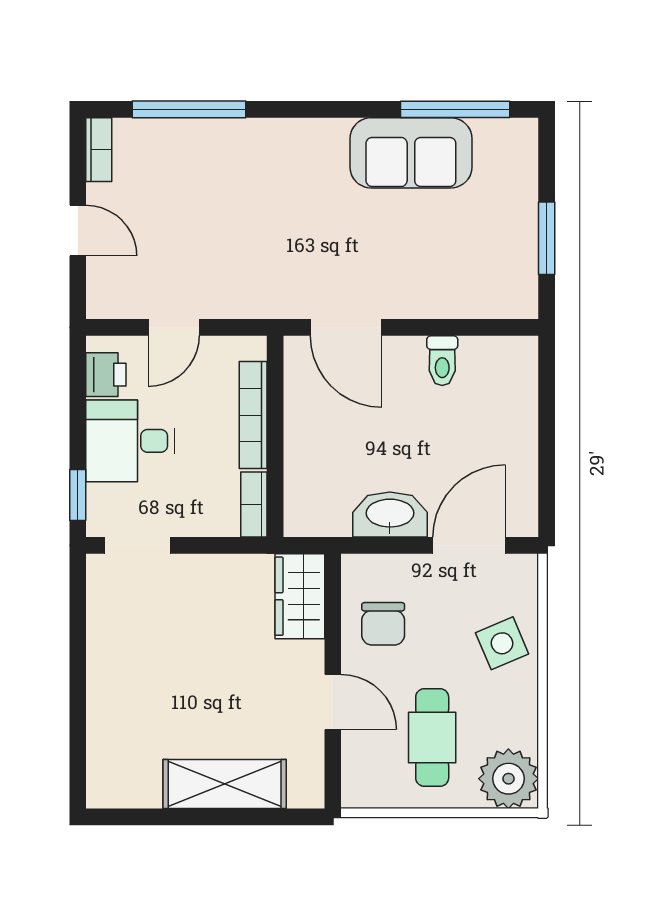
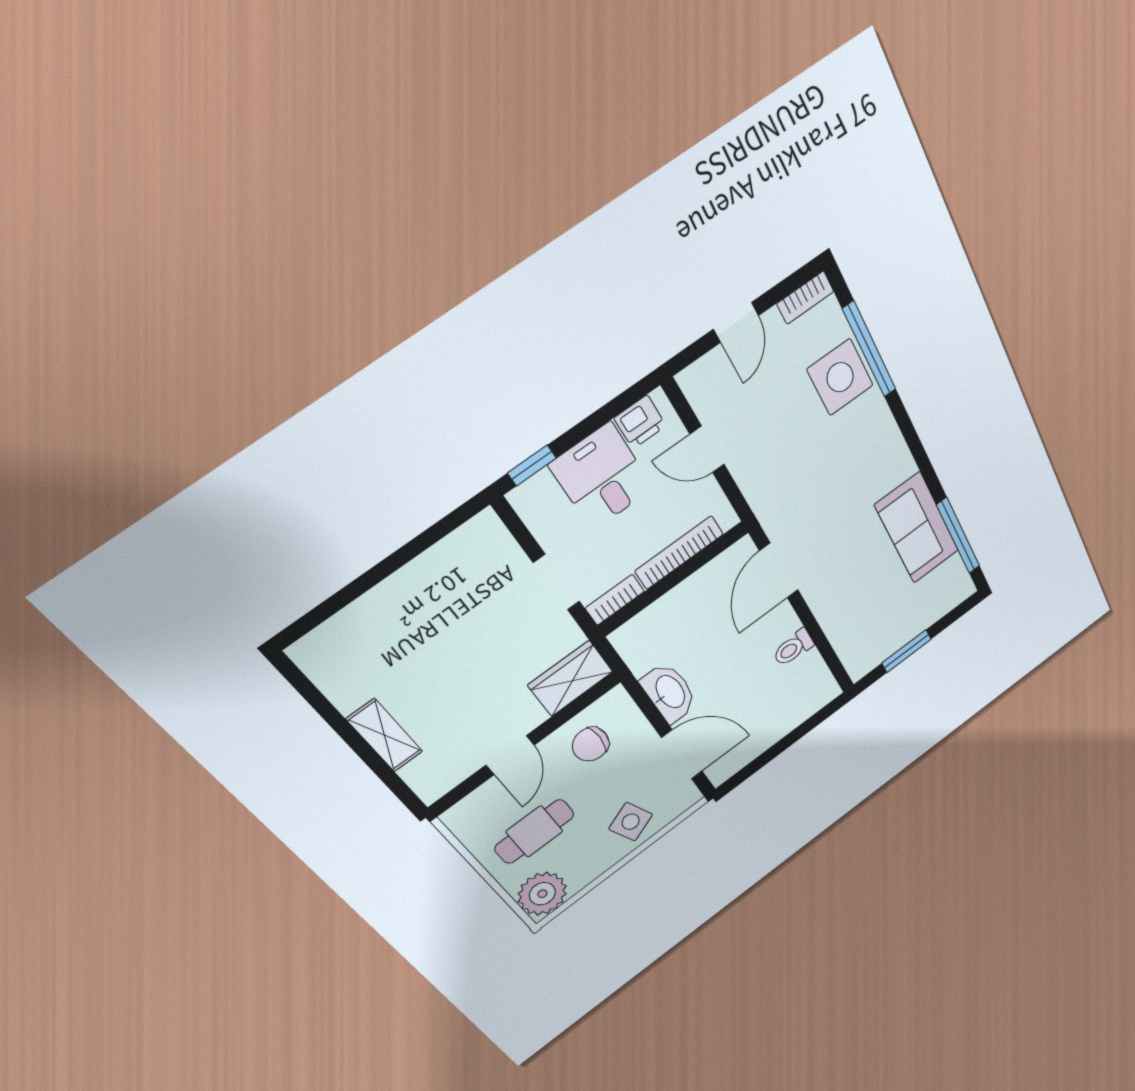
side table: (195, 155) -> (840, 377), added
doorway: (138, 545) -> (557, 582), moved
shelving: (225, 784) -> (385, 735), width x0.67, depth x0.75

